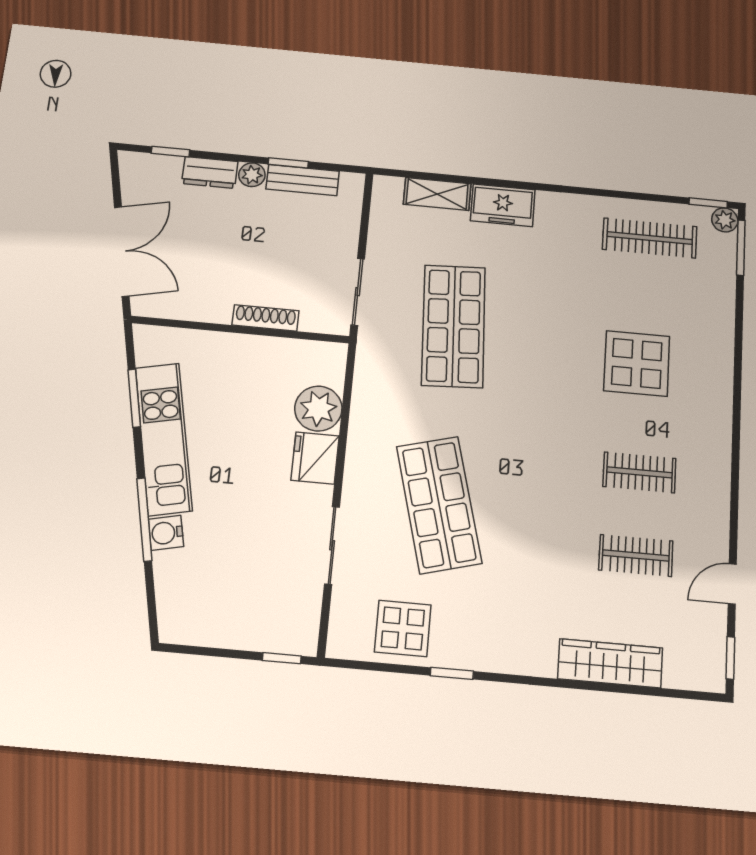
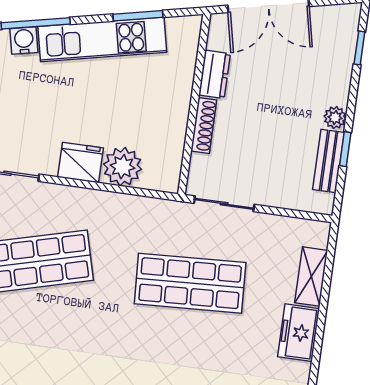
dresser: (210, 172) -> (215, 74), moved, turned 180

